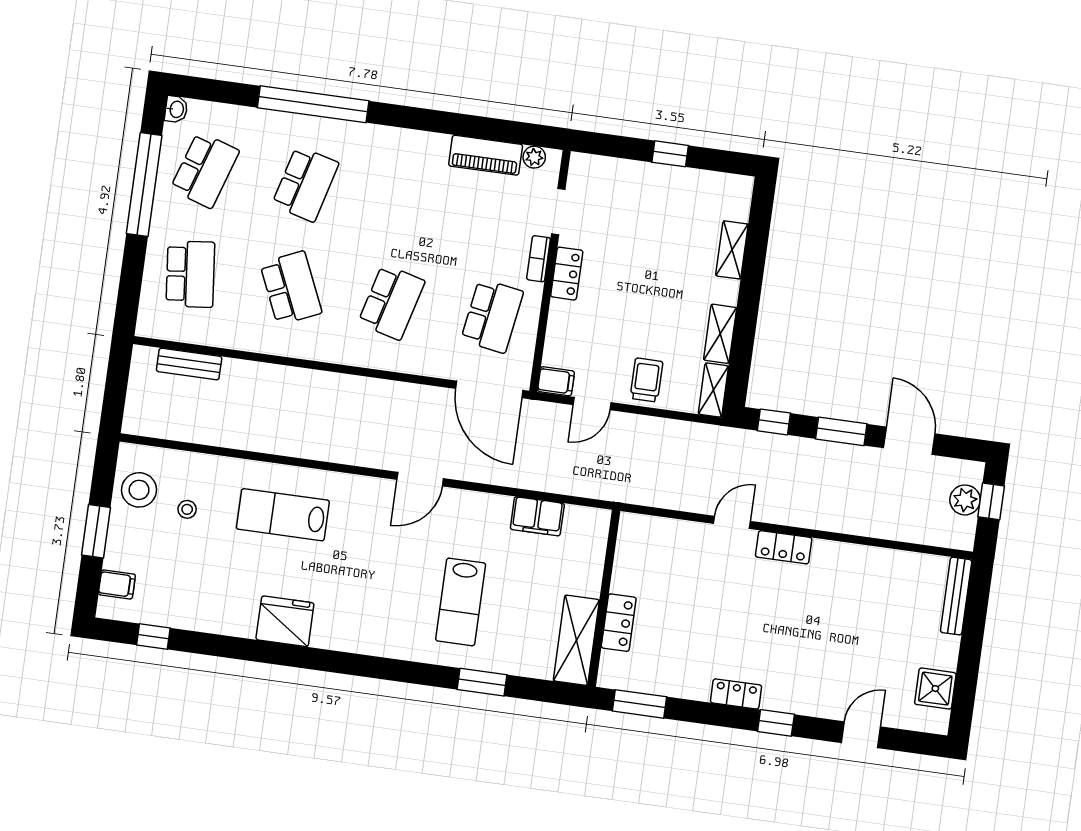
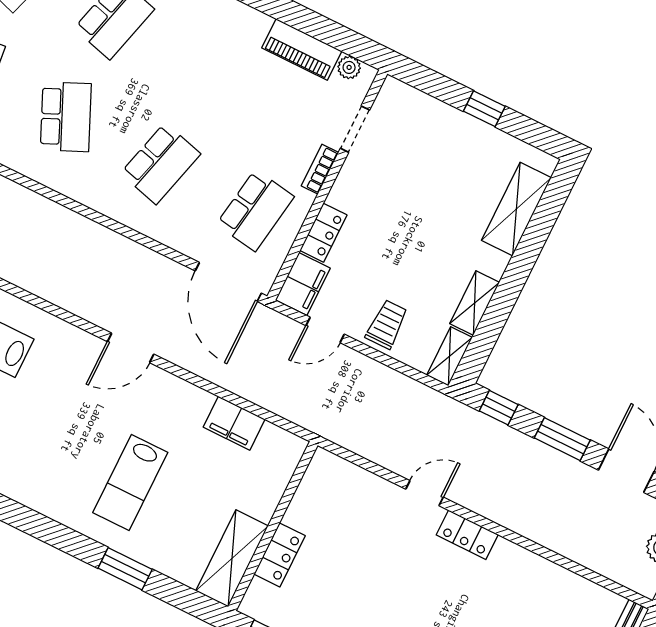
shelving: (732, 250) -> (516, 209), width x1.50, depth x1.33
locker: (567, 274) -> (323, 233), moved
filing cabinet: (556, 381) -> (303, 284), width x2.00

